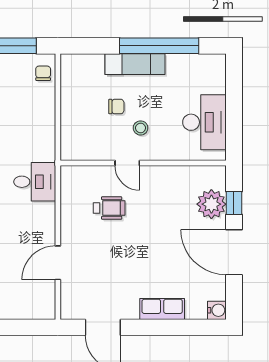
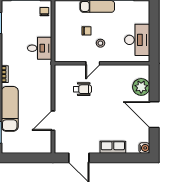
door: (127, 163) -> (93, 63), hinge flipped
desk: (35, 182) -> (40, 48), moved
window: (234, 203) -> (154, 86), removed

